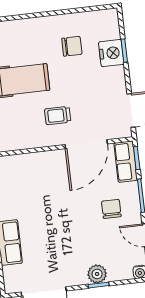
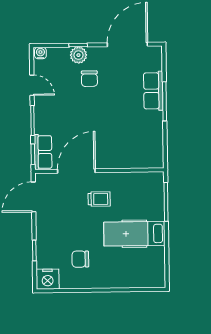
nightstand: (111, 53) -> (48, 279), moved, turned -90
chair: (111, 209) -> (89, 79), moved

